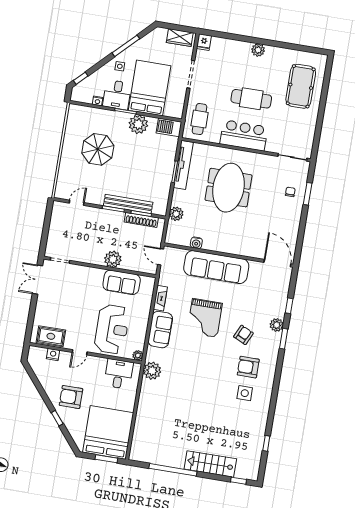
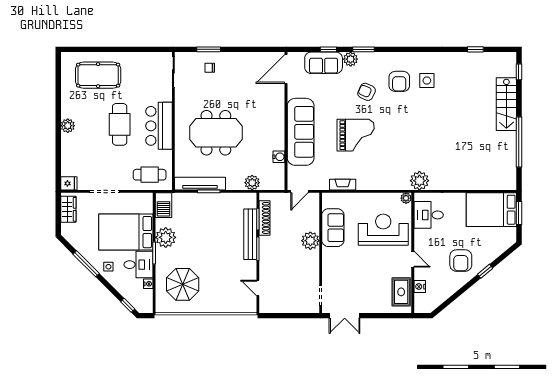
parasol: (98, 149) -> (183, 284), moved
sofa: (160, 330) -> (324, 63), moved, turned 180
bed: (108, 433) -> (491, 210), width x0.73

